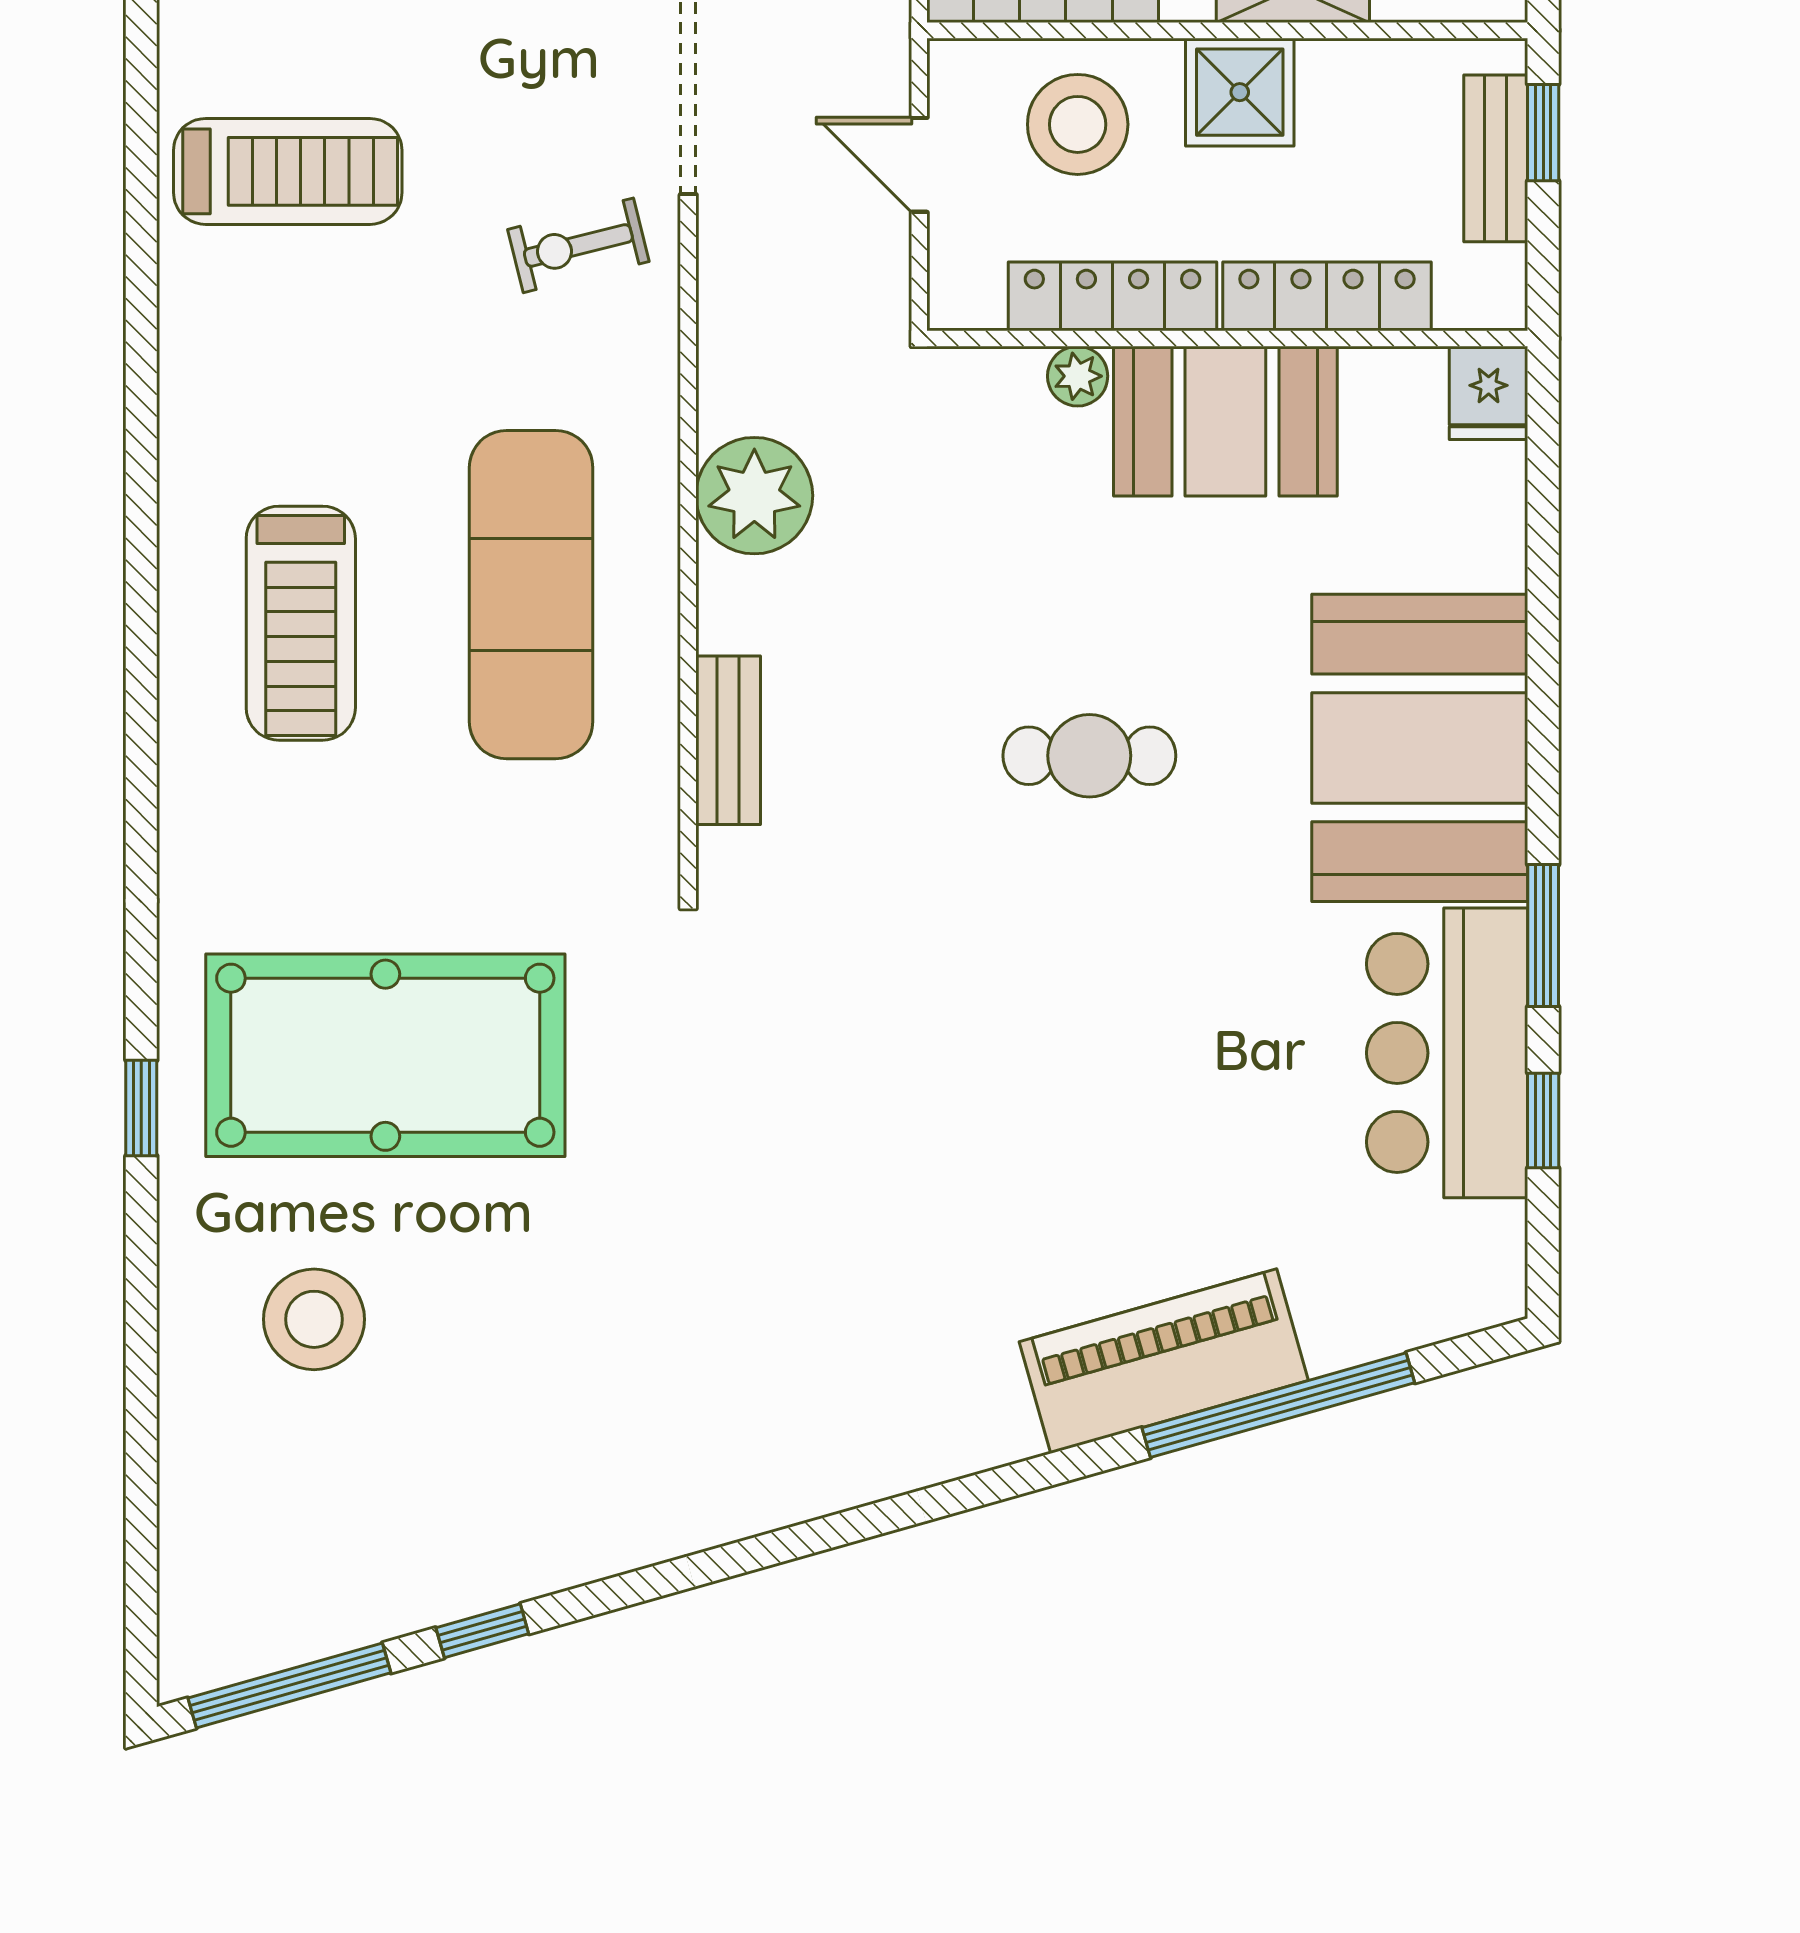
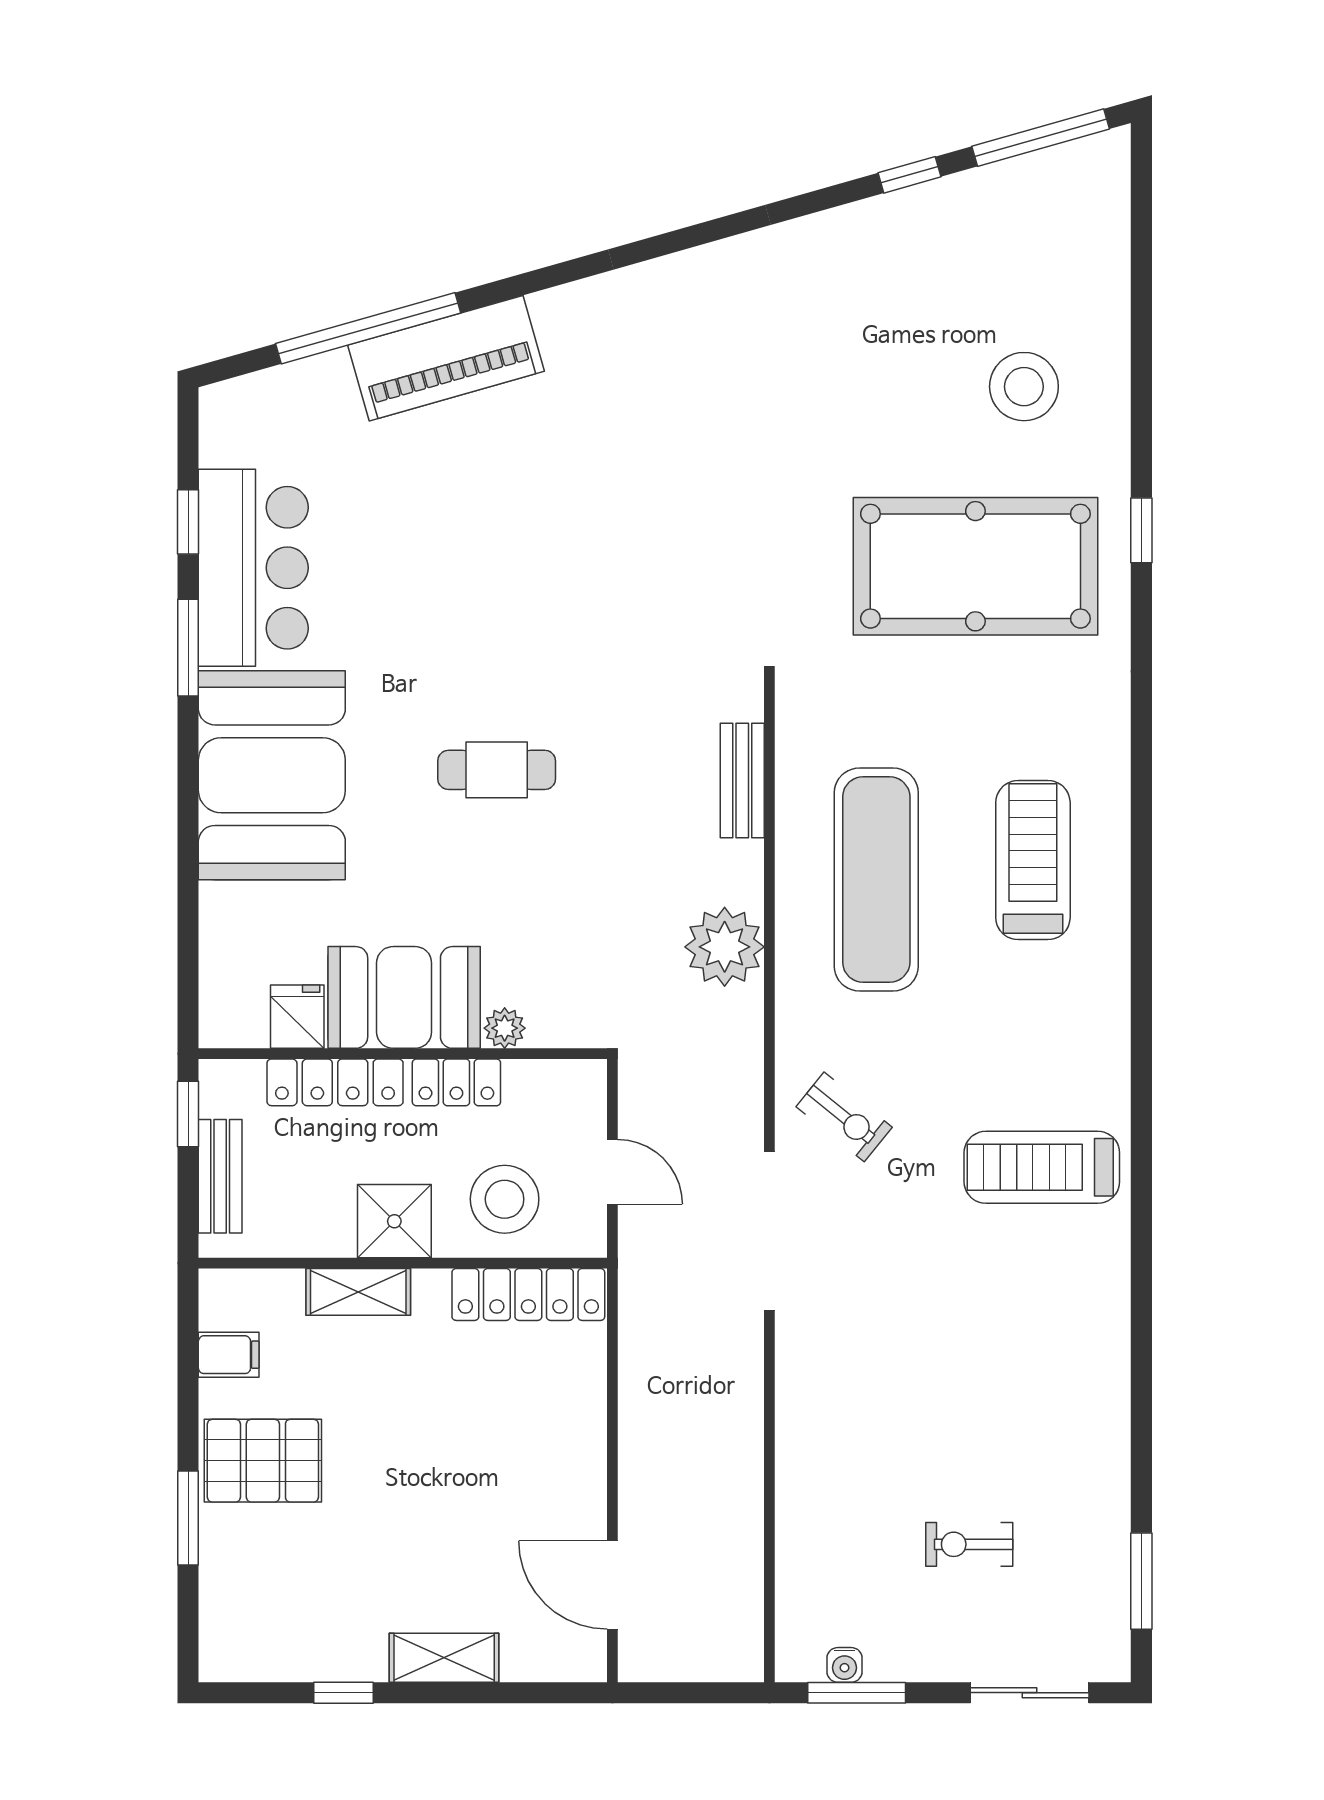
window: (1543, 133) -> (188, 1114), moved
exercise bike: (578, 245) -> (844, 1117), turned 53
locker: (1112, 296) -> (456, 1082), width x0.66
fridge: (1489, 393) -> (297, 1017), moved

